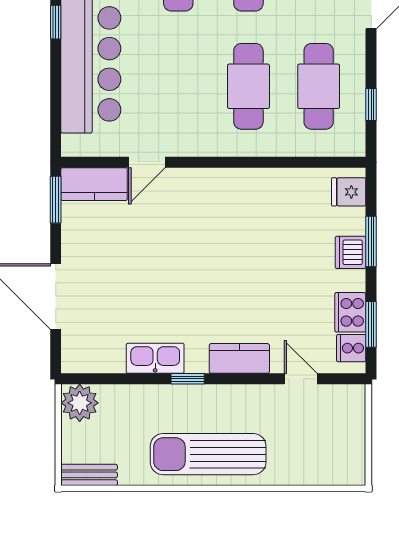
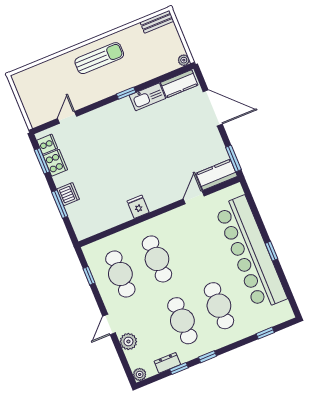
fridge: (349, 192) -> (138, 207), moved, turned -90
kitchen counter: (239, 358) -> (179, 84), moved
door: (301, 379) -> (67, 117), swing flipped
plant: (80, 403) -> (184, 60), width x0.53, depth x0.53
sun lounger: (208, 454) -> (99, 58), width x0.73, depth x0.75

